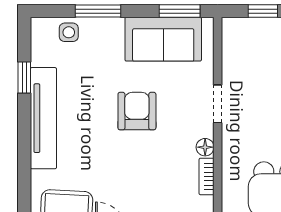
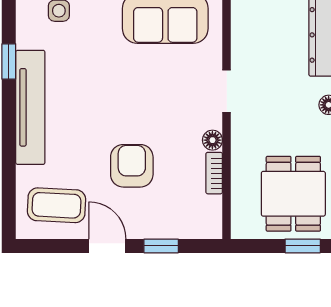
armchair: (137, 111) -> (132, 166), moved

